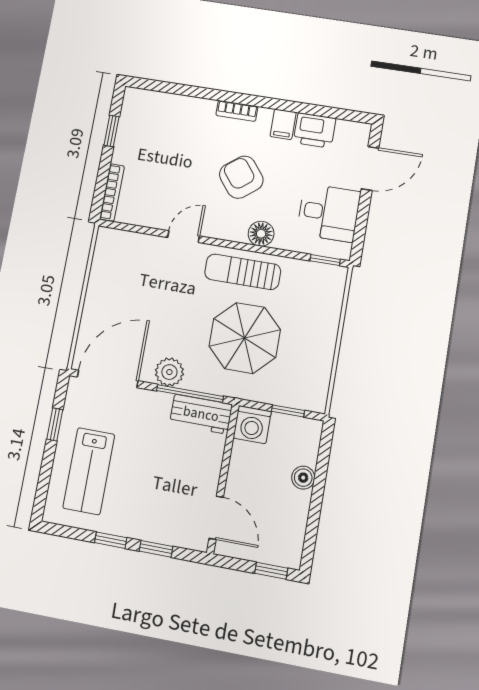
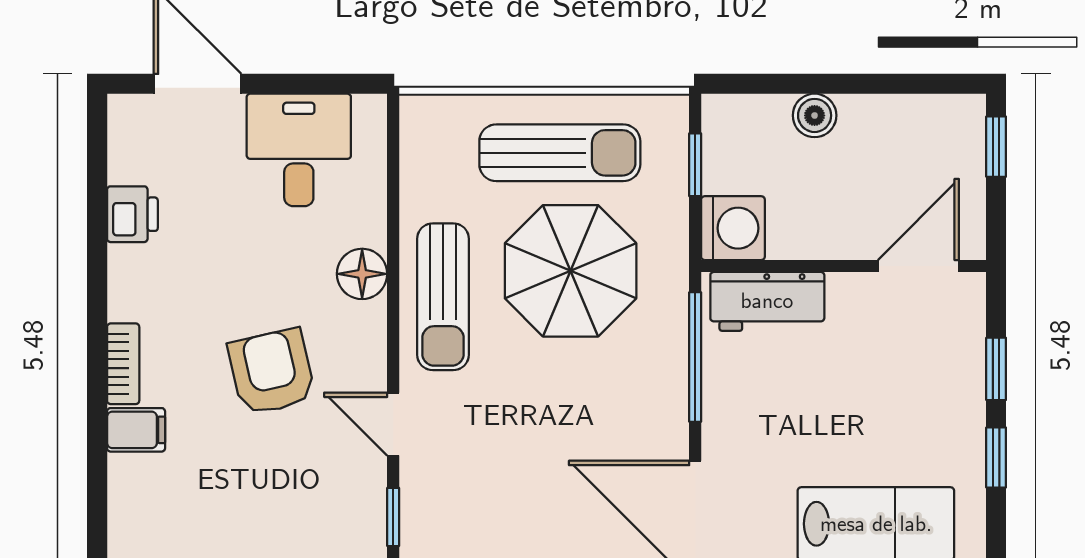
filing cabinet: (283, 124) -> (136, 430), moved
printer: (315, 130) -> (132, 214), width x0.73, depth x0.81
armchair: (241, 177) -> (272, 372), moved, turned 115
window: (325, 260) -> (393, 517), moved
sun lounger: (306, 343) -> (560, 153), added
plant: (169, 372) -> (661, 404), removed
workbench: (201, 414) -> (767, 301), moved, turned 90

